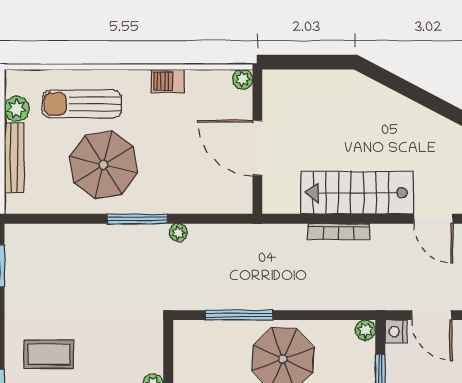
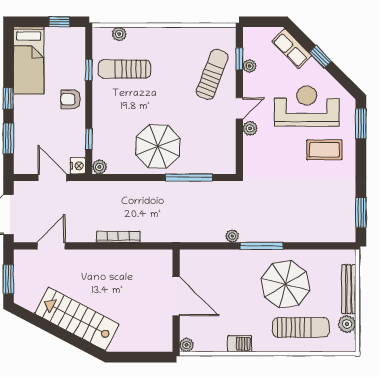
stairs: (357, 193) -> (77, 319), moved, turned -152
door: (433, 219) -> (51, 246), hinge flipped

